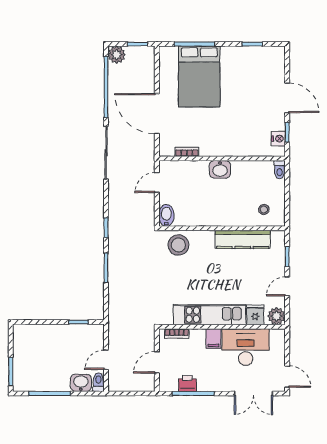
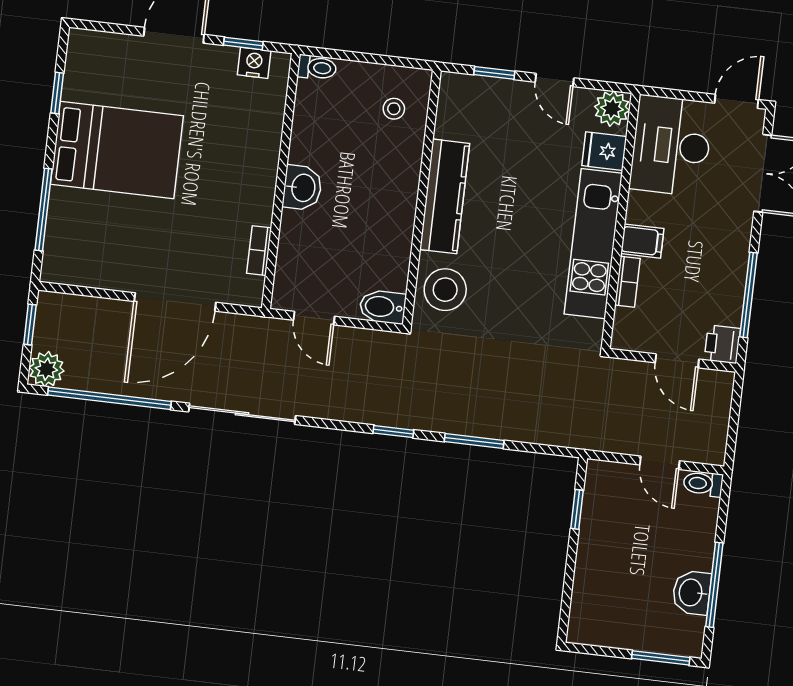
bed: (199, 76) -> (117, 150), moved
kitchen counter: (243, 239) -> (445, 196), moved
bookcase: (177, 334) -> (627, 282), moved
desk: (246, 347) -> (671, 146), moved
washbasin: (81, 383) -> (692, 593), moved
printer: (187, 384) -> (722, 344), moved

